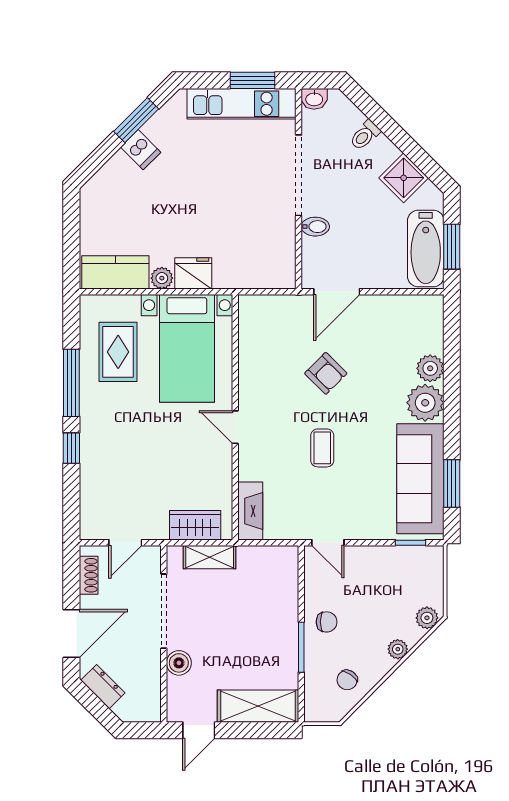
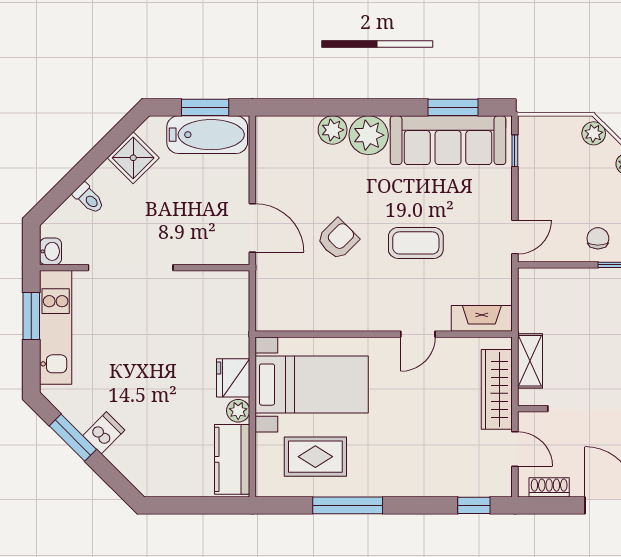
bidet: (315, 227) -> (184, 250), removed
door: (235, 427) -> (418, 334), moved
window: (71, 448) -> (474, 505), moved
coffee table: (322, 448) -> (416, 243), width x1.36, depth x1.30
wardrobe: (195, 525) -> (497, 389), width x1.50

